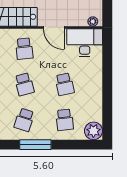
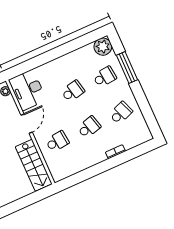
school desk: (24, 120) -> (121, 113), turned -39
window: (35, 145) -> (127, 68), moved

